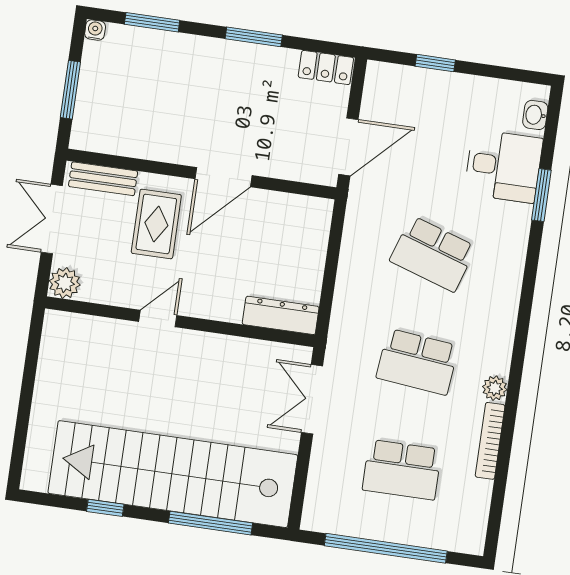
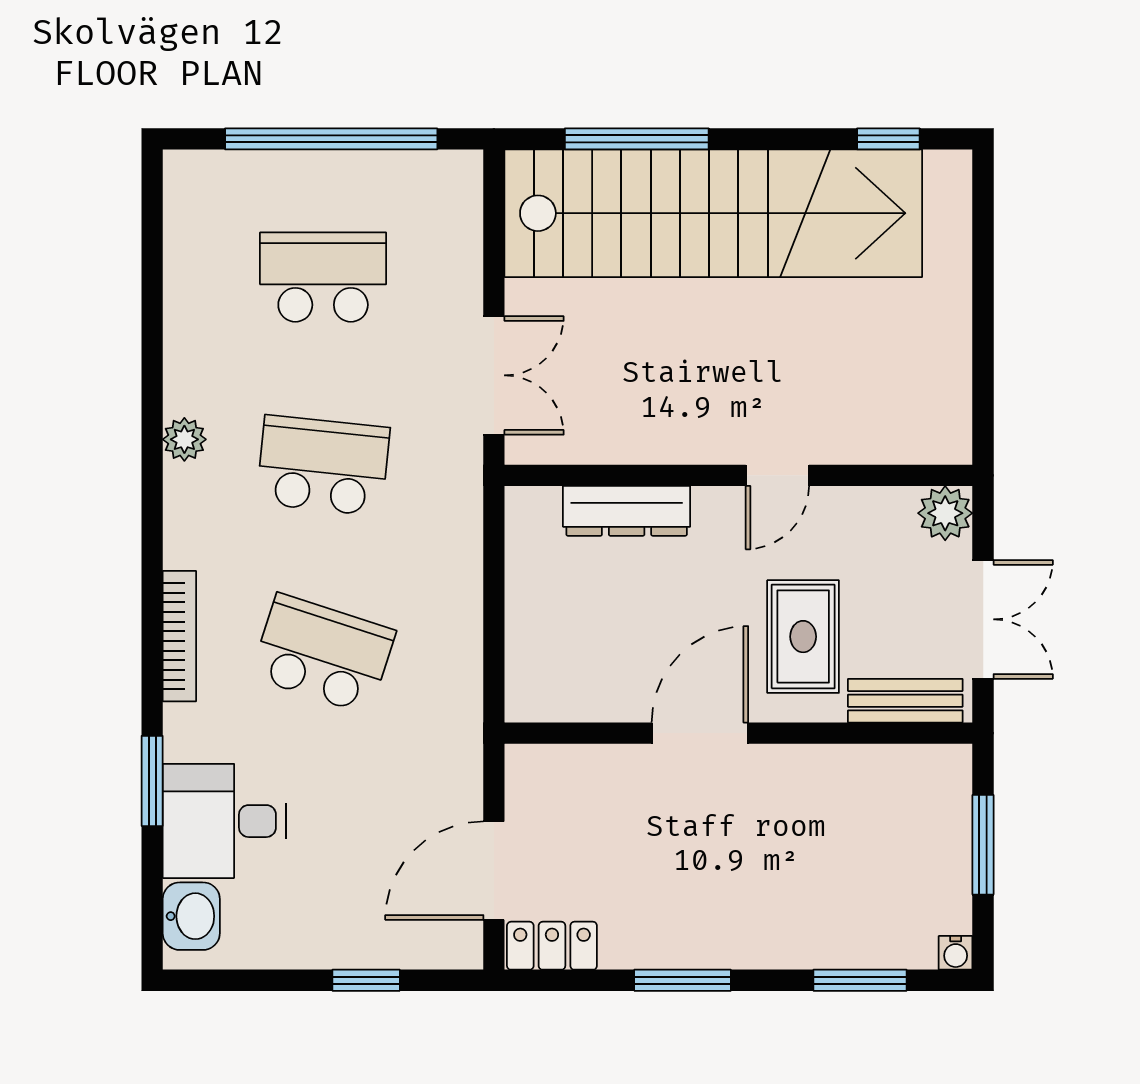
washbasin: (535, 115) -> (191, 916), width x1.38, depth x1.45
door: (348, 147) -> (494, 871), moved
dresser: (281, 315) -> (627, 511), moved
bookcase: (490, 441) -> (179, 636), moved
window: (105, 508) -> (888, 139), moved

